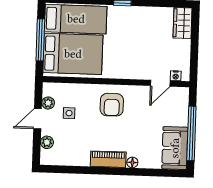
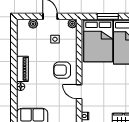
window: (40, 40) -> (108, 16), width x0.69
door: (160, 83) -> (79, 92), moved
plant: (48, 103) -> (72, 24), moved

